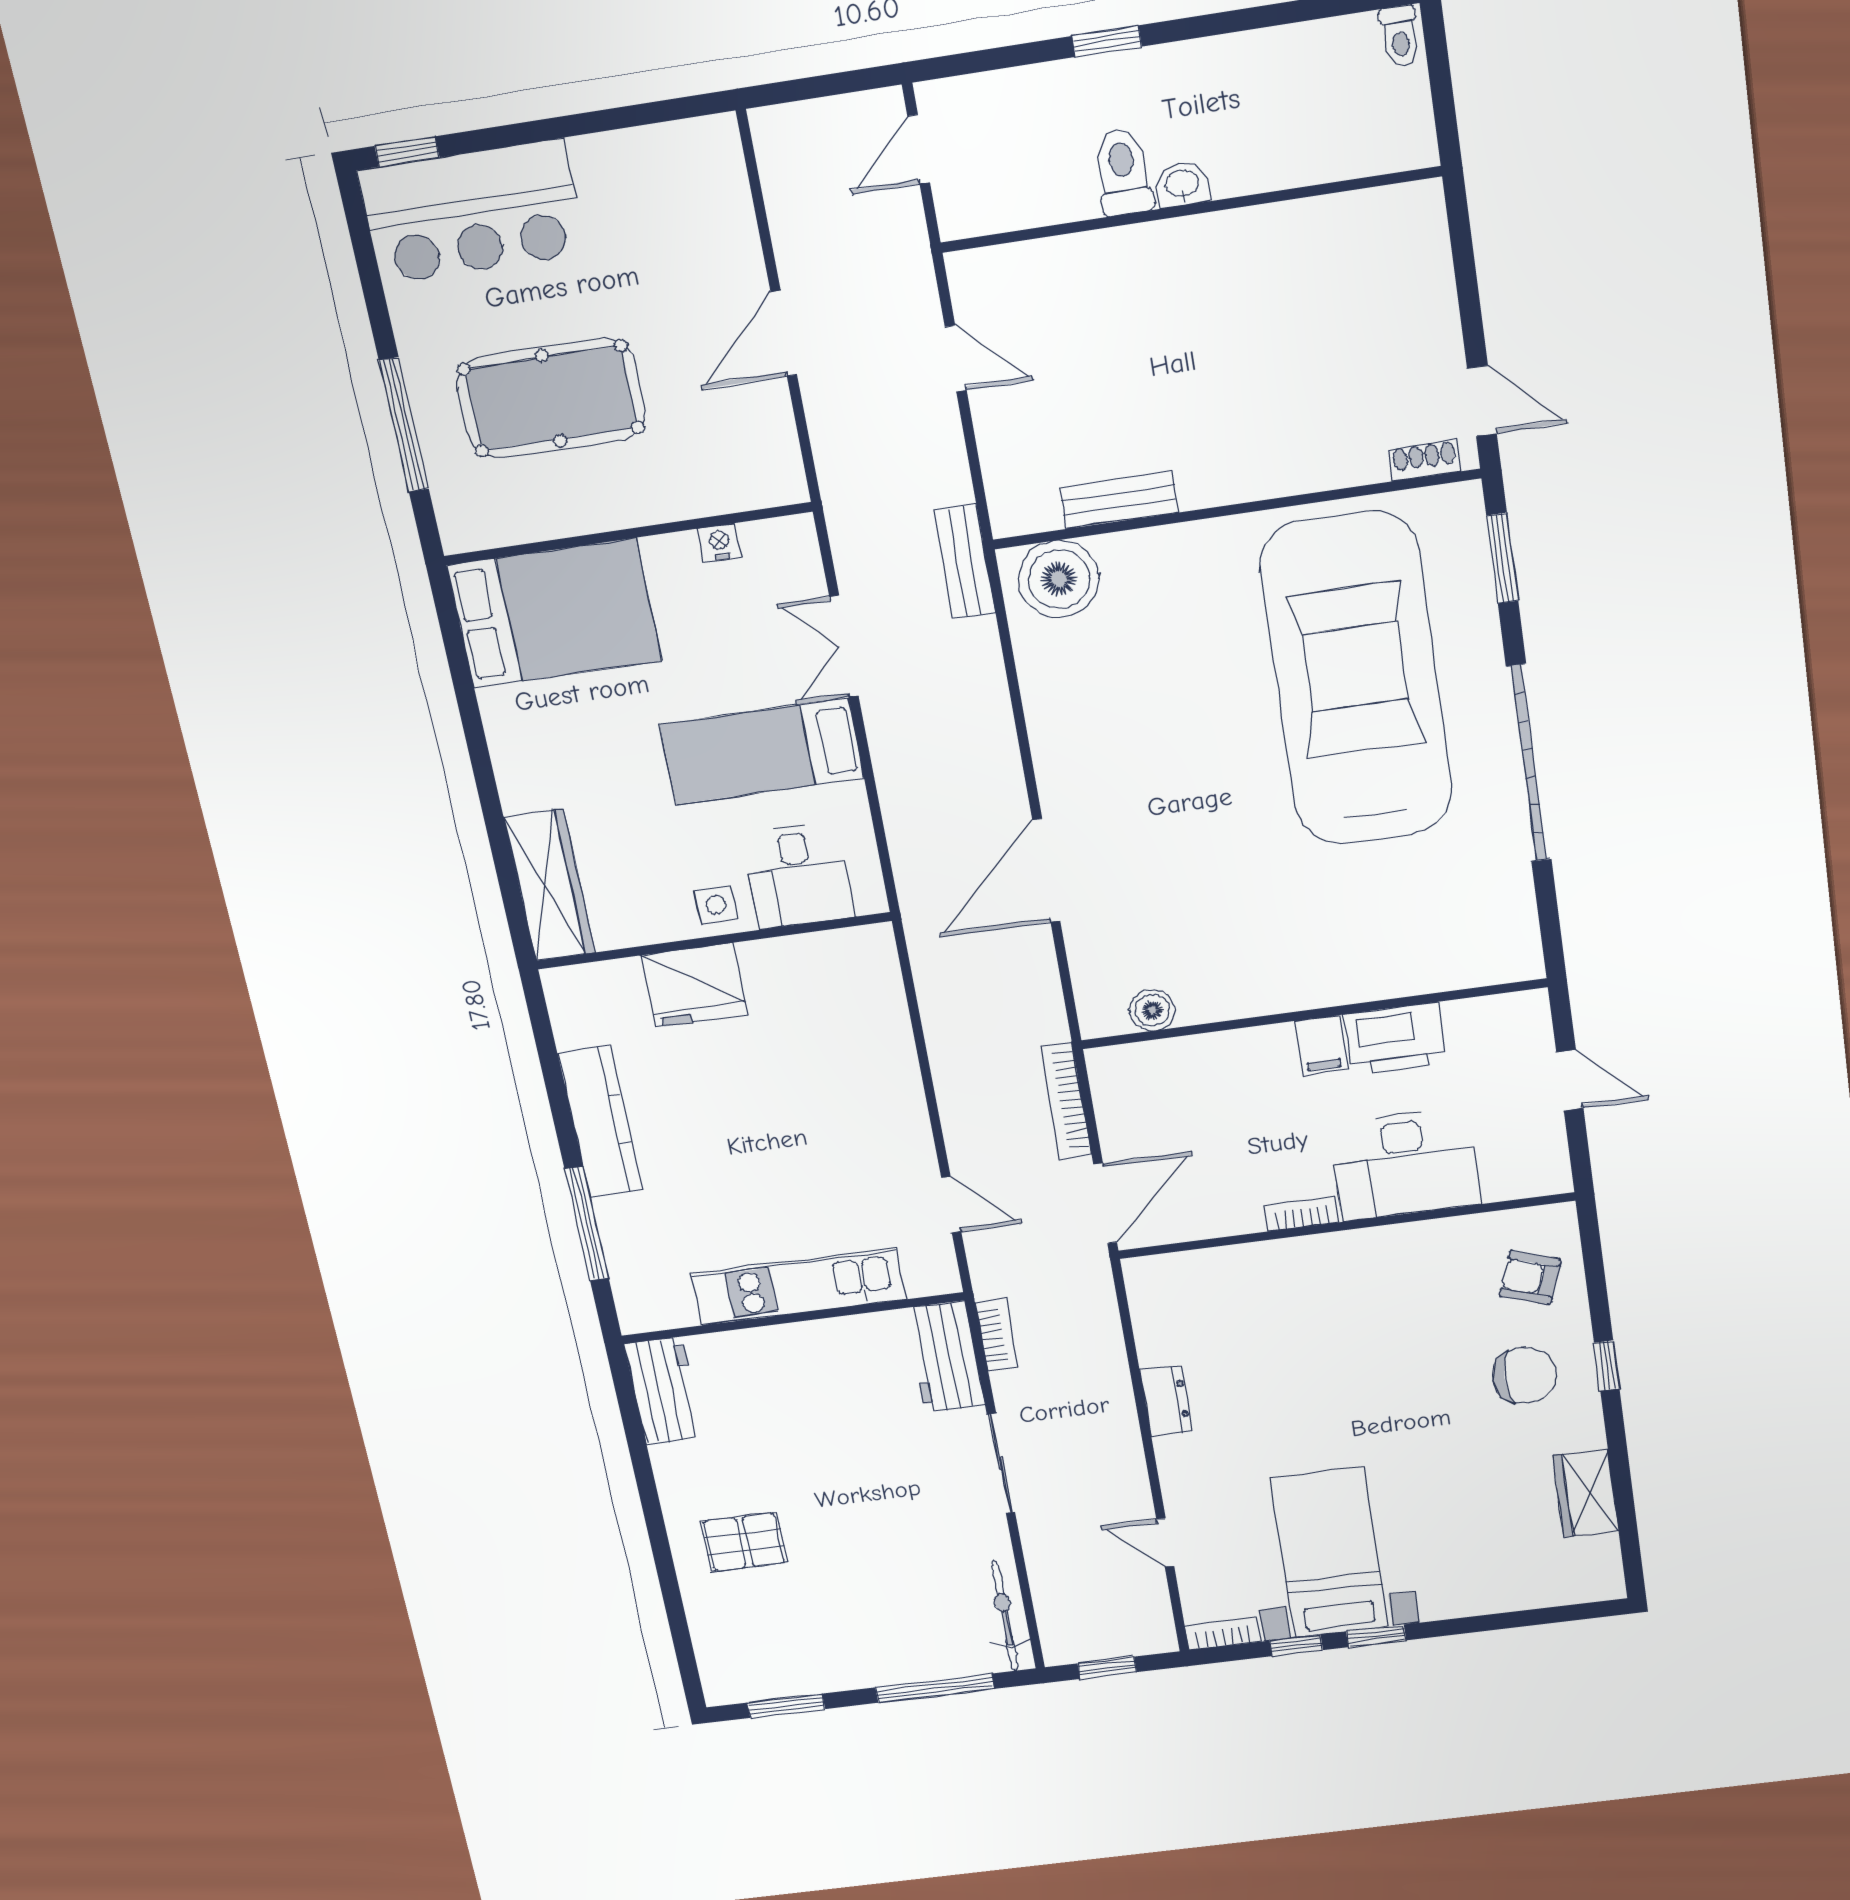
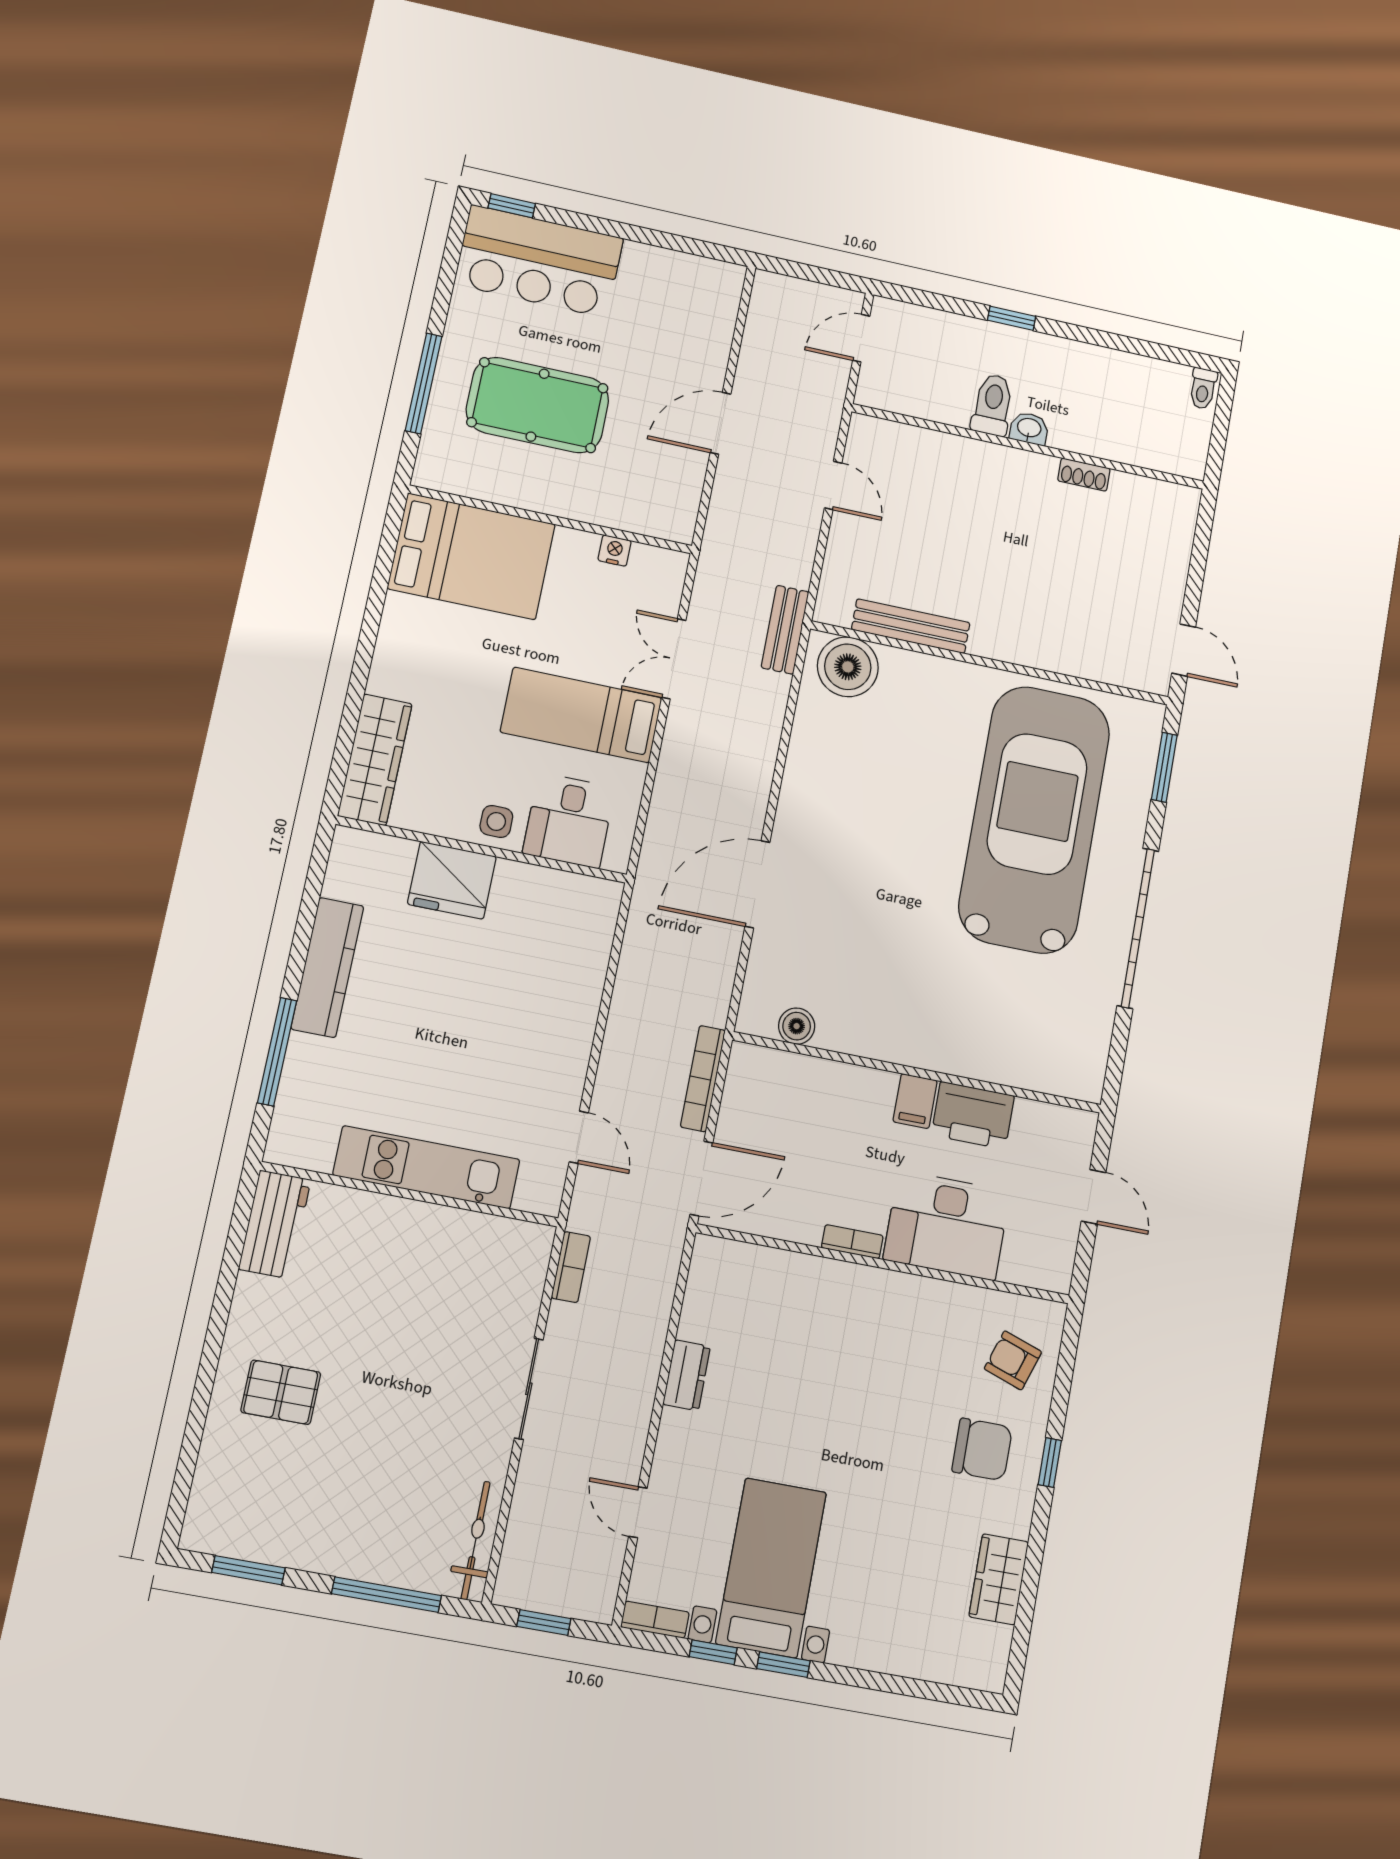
shoe rack: (1425, 460) -> (1084, 475), moved, turned 180
bench: (1119, 500) -> (911, 626), width x1.36
workbench: (945, 1357) -> (521, 1272), removed

